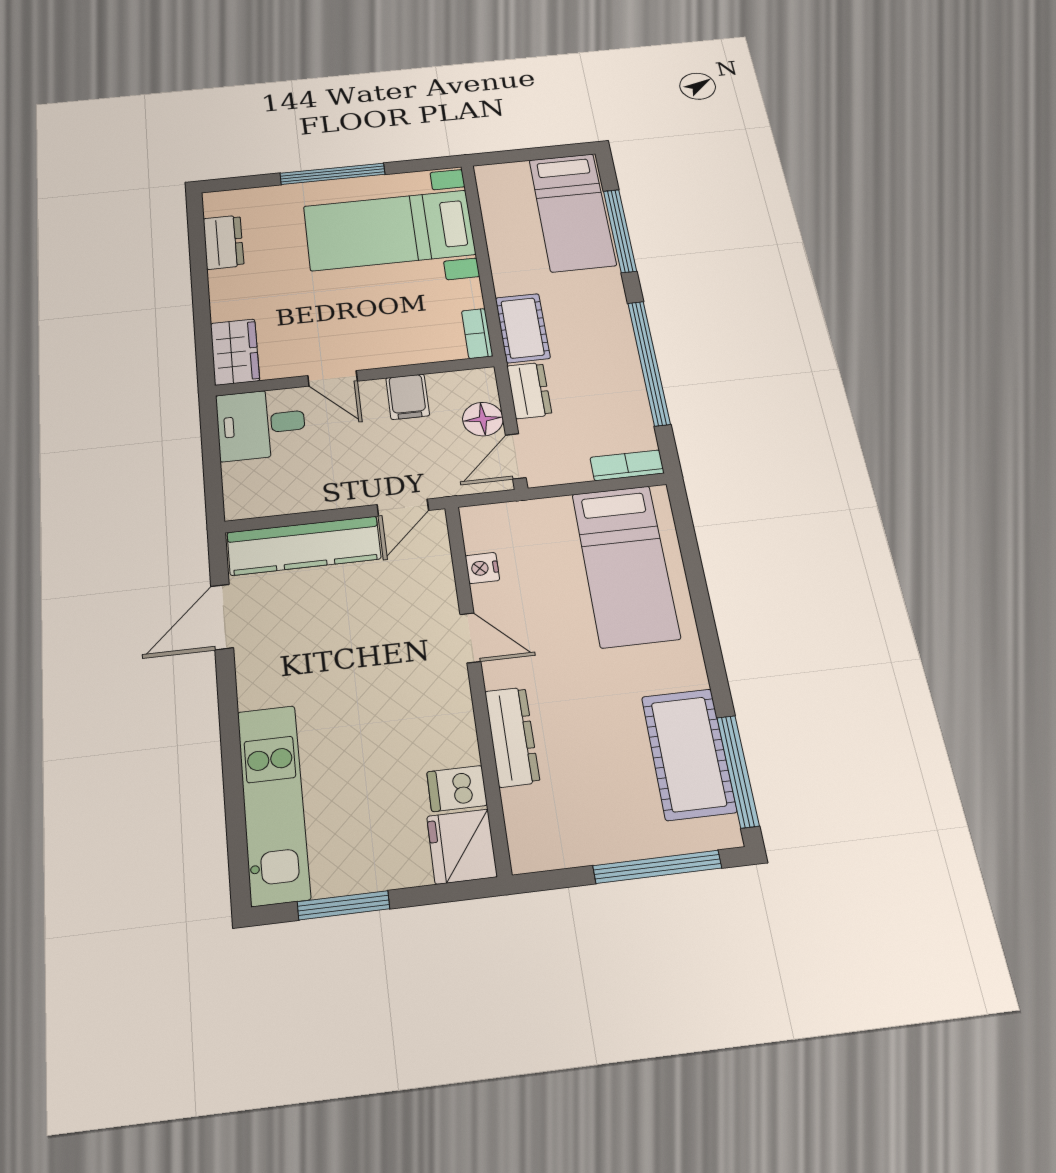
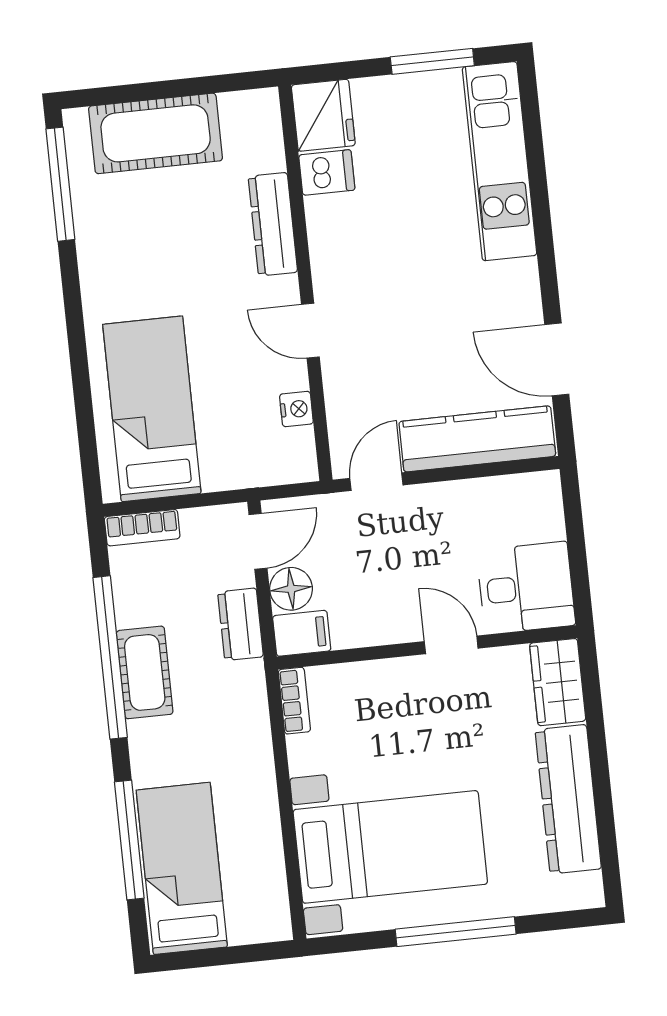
dresser: (223, 242) -> (568, 799), width x1.96, depth x1.24
cot: (523, 328) -> (145, 672), moved
filing cabinet: (408, 397) -> (302, 633), moved, turned 90
door: (222, 617) -> (557, 359), swing flipped
cot: (689, 754) -> (156, 133), moved, turned 90
window: (657, 867) -> (144, 92), removed

